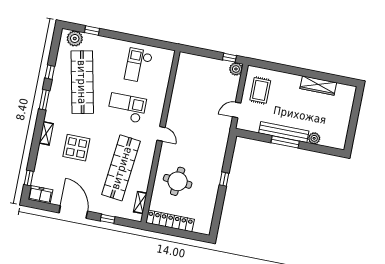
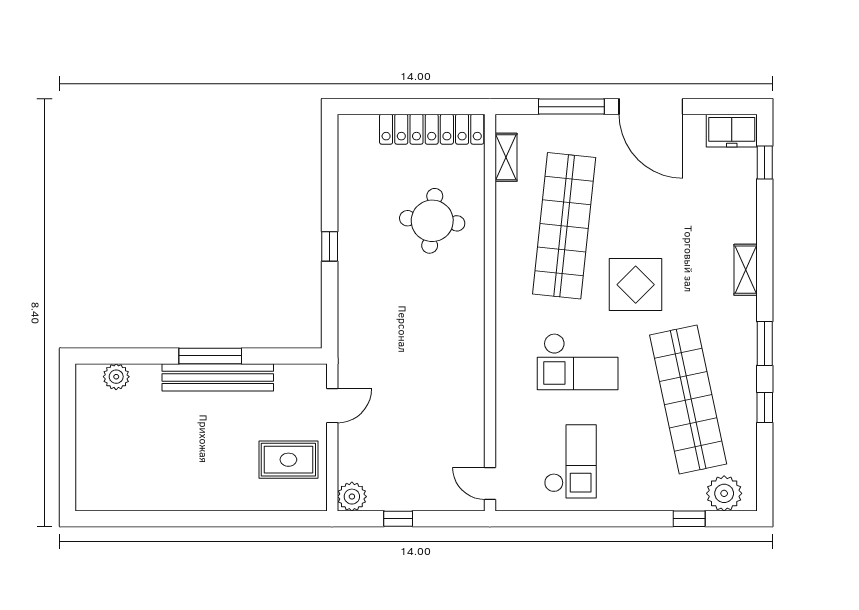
window: (229, 58) -> (398, 519), moved
wardrobe: (318, 86) -> (161, 496), removed
rug: (260, 90) -> (288, 460), turned 90
door: (161, 134) -> (490, 484), moved
plant: (314, 138) -> (116, 377), moved
display table: (76, 148) -> (636, 285), moved
window: (108, 219) -> (571, 107), width x2.17

